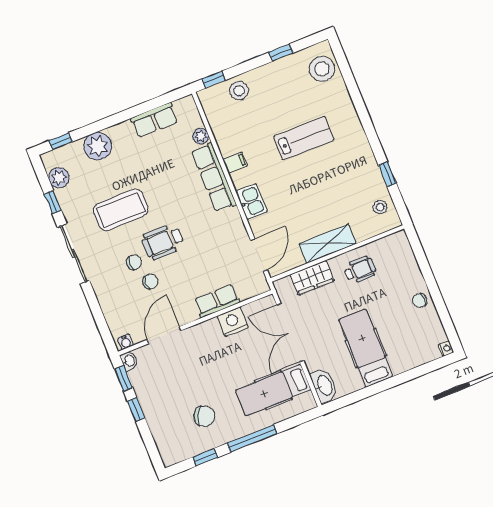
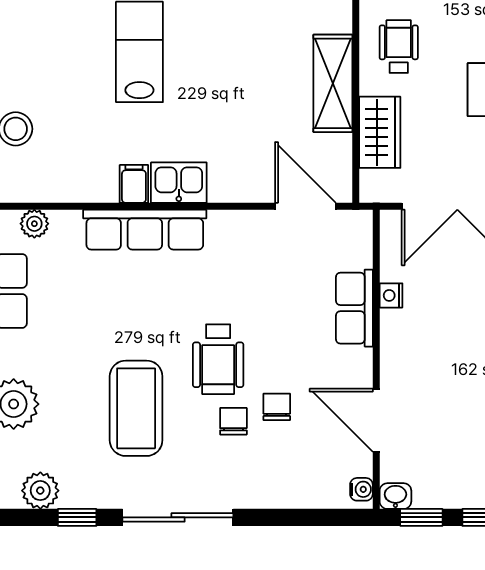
plant: (201, 136) -> (34, 224), moved
kitchen sink: (252, 201) -> (179, 183), moved
nightstand: (233, 322) -> (391, 295), width x0.53, depth x0.56

